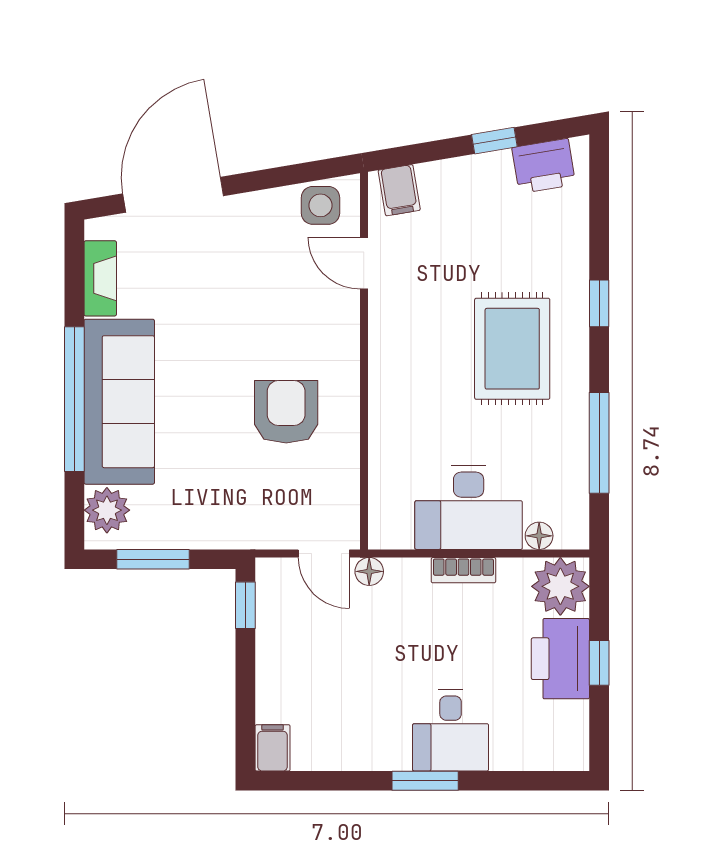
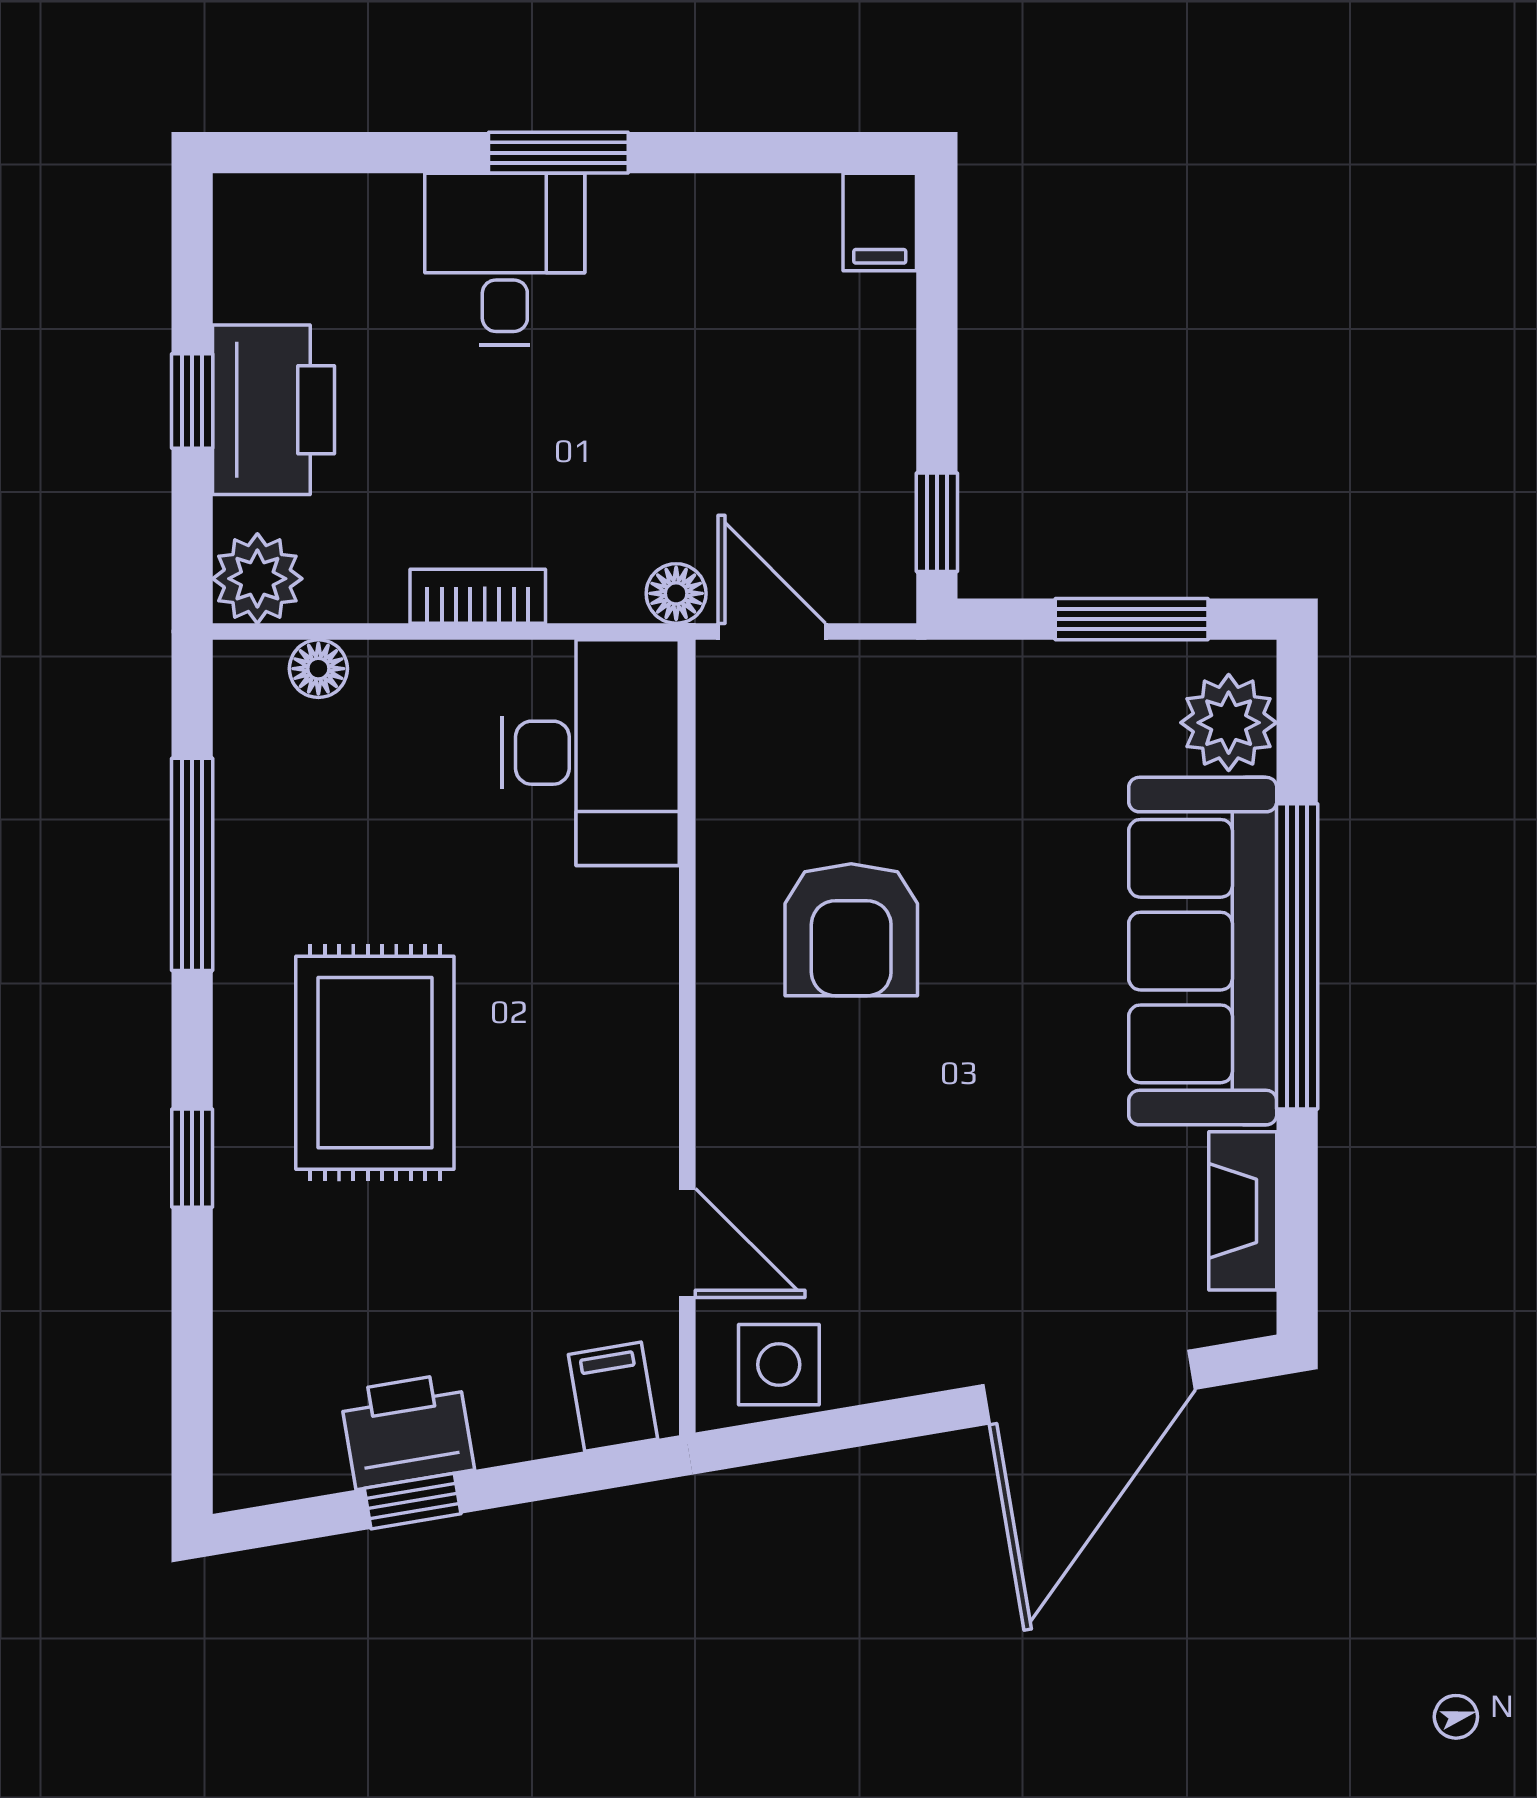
printer: (544, 166) -> (407, 1431), moved
desk: (469, 507) -> (590, 753), moved, turned 90
plant: (560, 586) -> (257, 579), width x0.73, depth x0.73

